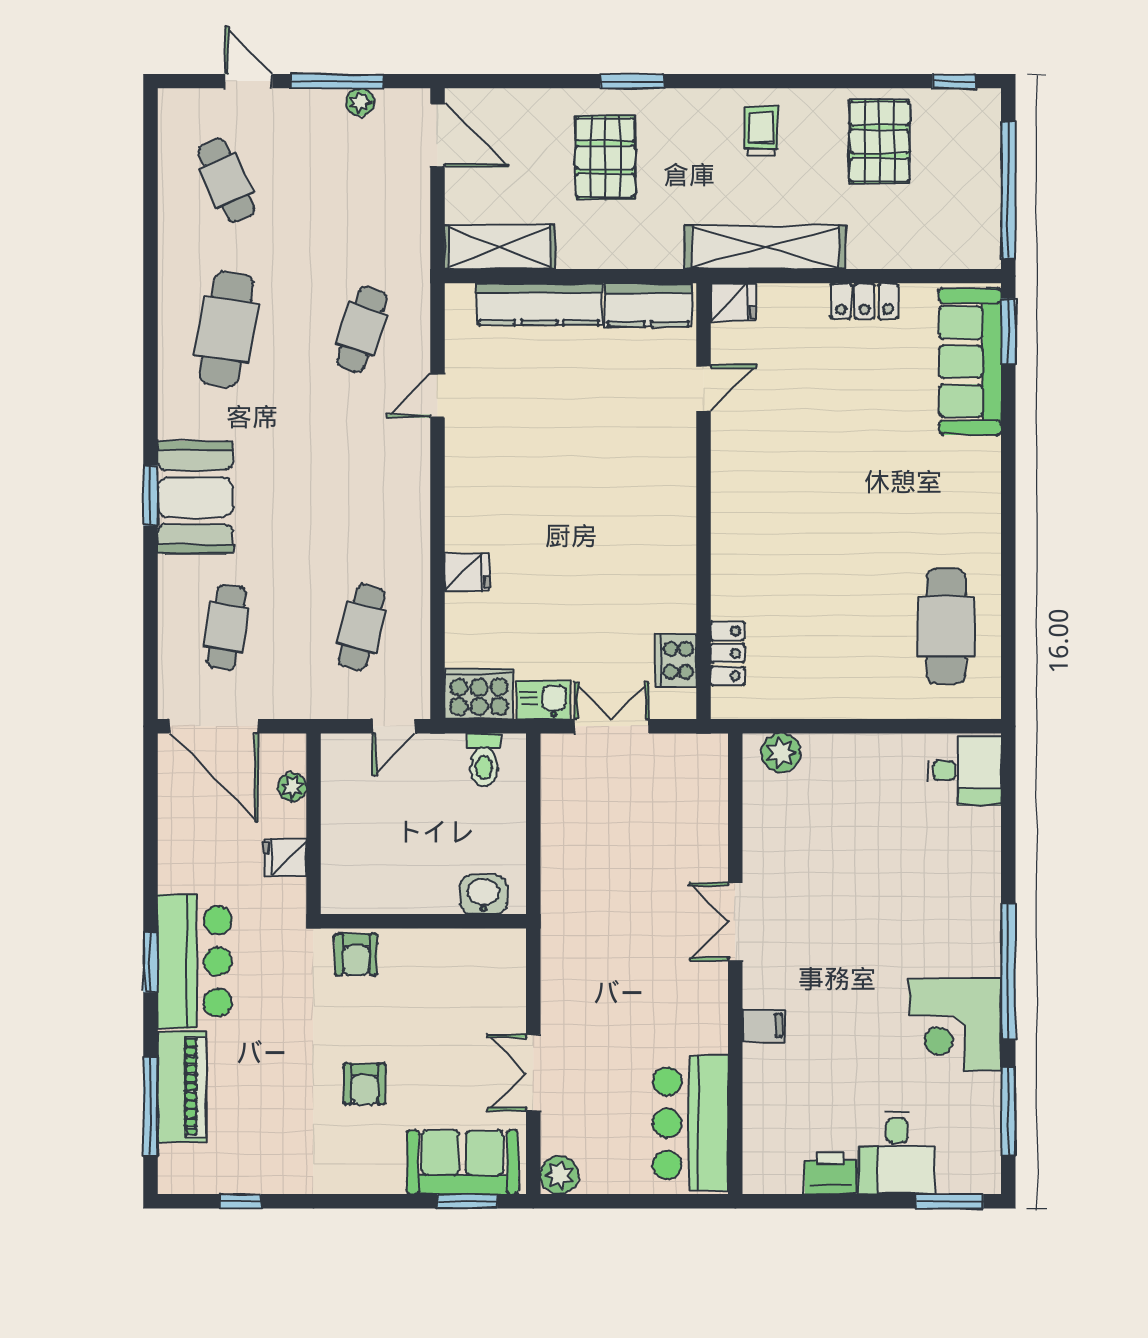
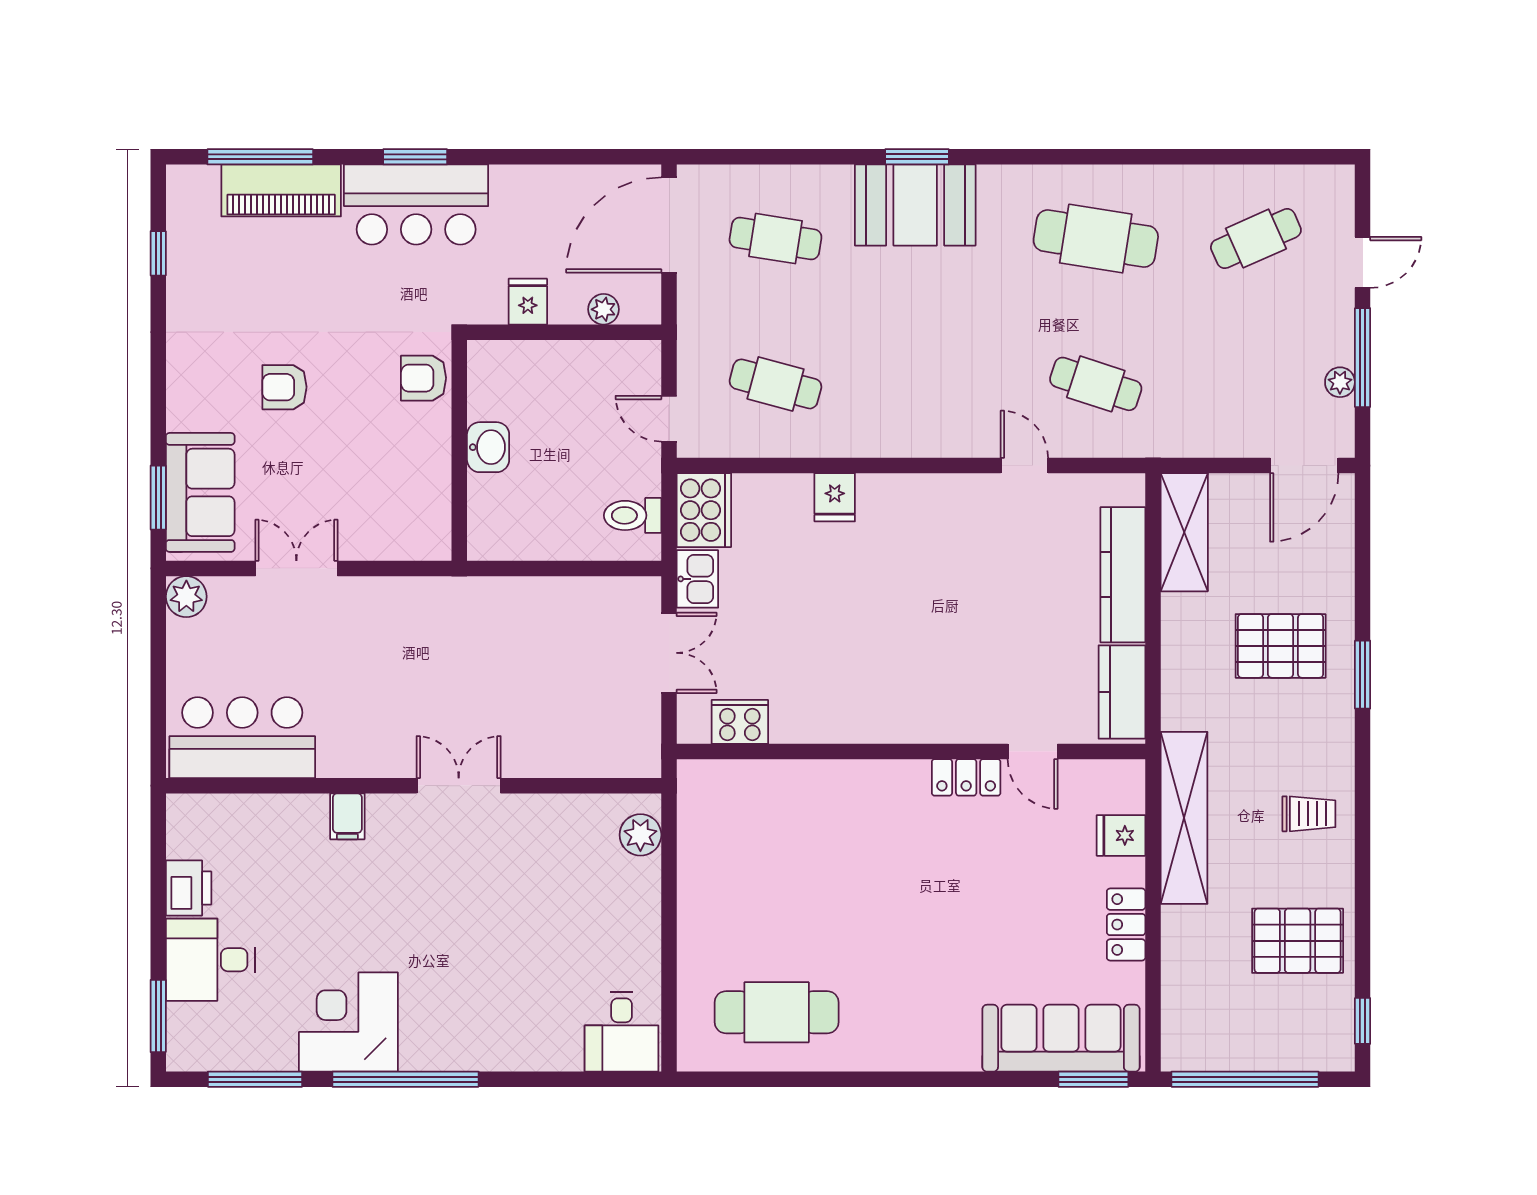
fridge: (733, 302) -> (1121, 835), moved, turned 90
locker: (728, 653) -> (966, 777), moved
washbasin: (483, 894) -> (488, 447), moved

